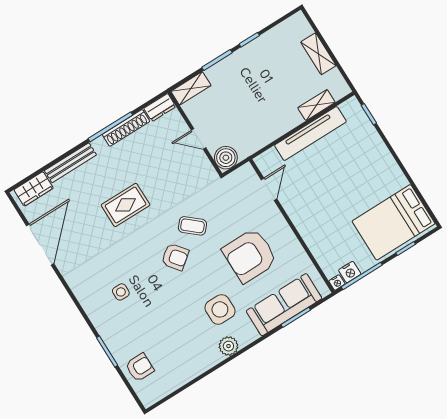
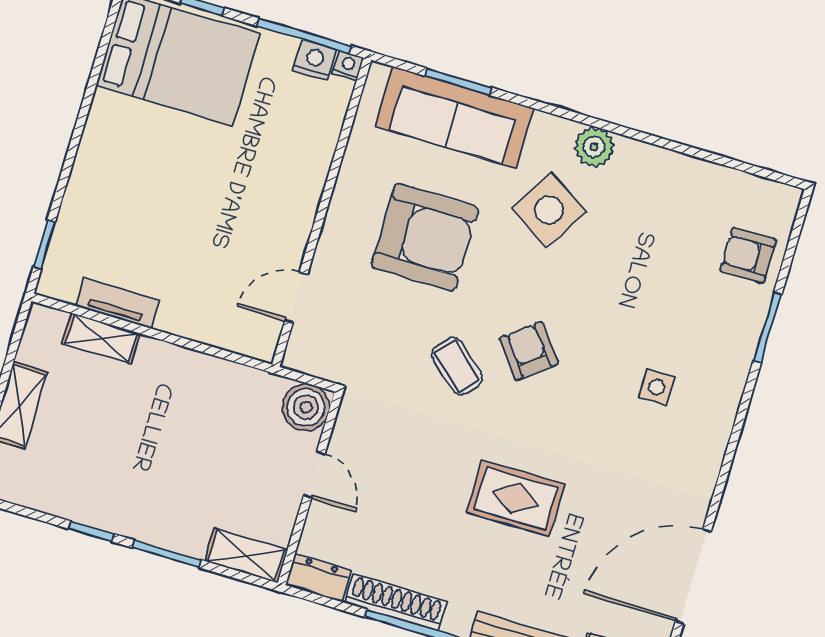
tv unit: (310, 134) -> (117, 303), width x0.52, depth x0.78
side table: (220, 309) -> (549, 210), turned 32

